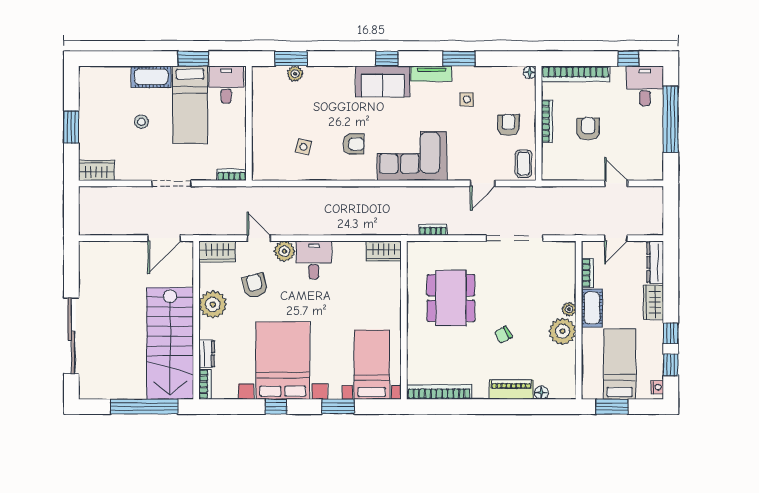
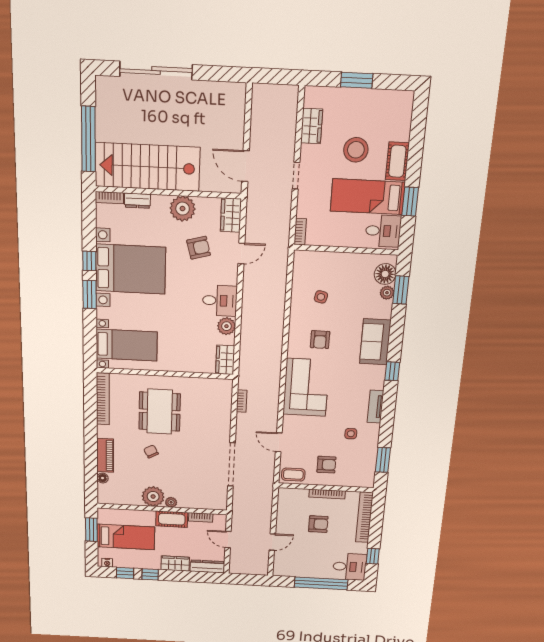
window: (459, 59) -> (383, 460), moved
floor lamp: (530, 72) -> (385, 274), moved, width x1.89, depth x1.89
sofa: (383, 81) -> (375, 342), moved
stool: (141, 122) -> (356, 150), width x1.89, depth x1.89
wardrobe: (96, 170) -> (312, 126), moved
doorway: (172, 183) -> (296, 176), width x0.73
plant: (284, 251) -> (226, 326), moved
dining table: (451, 298) -> (160, 412), moved, turned 90
window: (338, 407) -> (90, 294), moved

